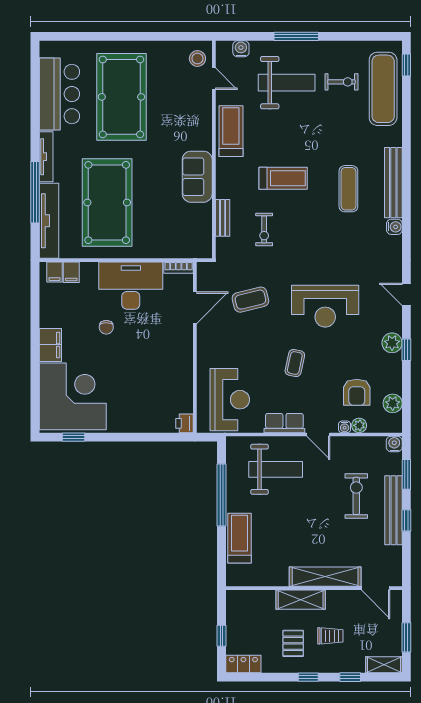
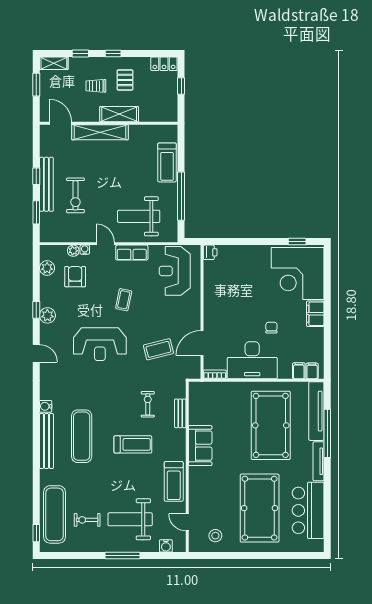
stool: (197, 59) -> (215, 536), moved
treadmill: (283, 178) -> (133, 444), turned 180
exercise mat: (348, 189) -> (82, 436), width x1.36, depth x1.45
reception desk: (325, 306) -> (100, 344), turned 180
water cooler: (394, 444) -> (46, 236), removed

